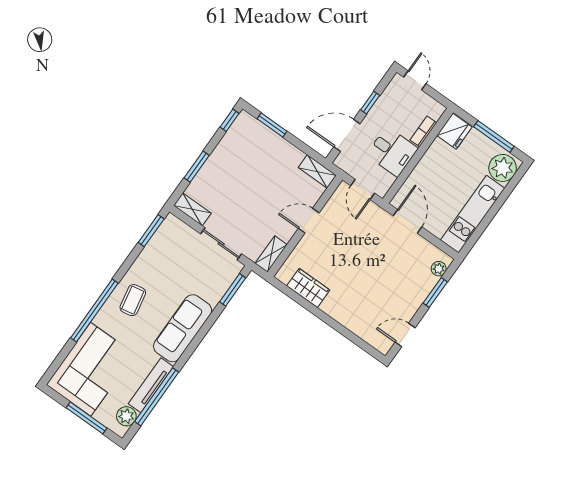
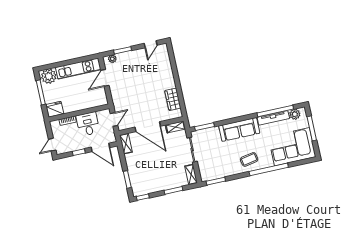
door: (309, 221) -> (148, 127), width x1.88
door: (408, 221) -> (105, 78), moved
door: (405, 335) -> (151, 44), hinge flipped

